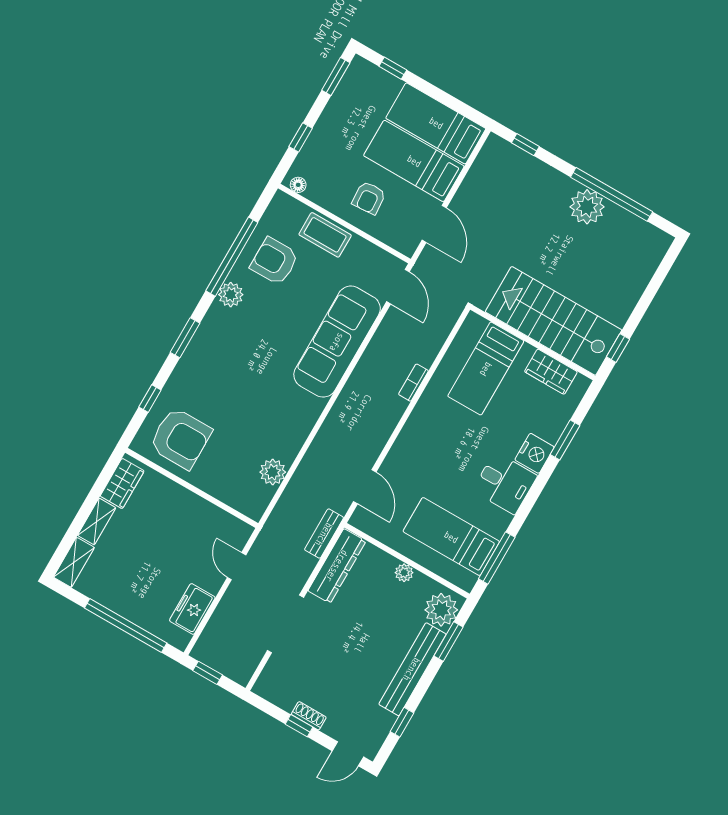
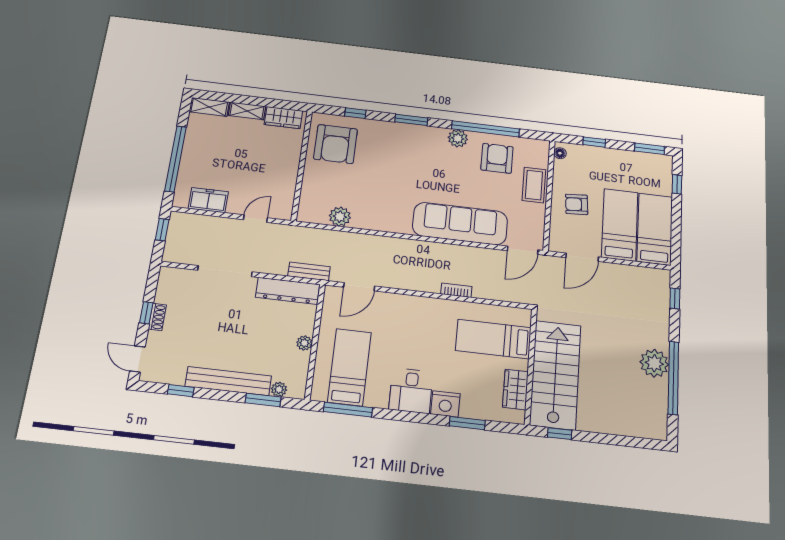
plant: (441, 610) -> (279, 389), width x0.53, depth x0.53

